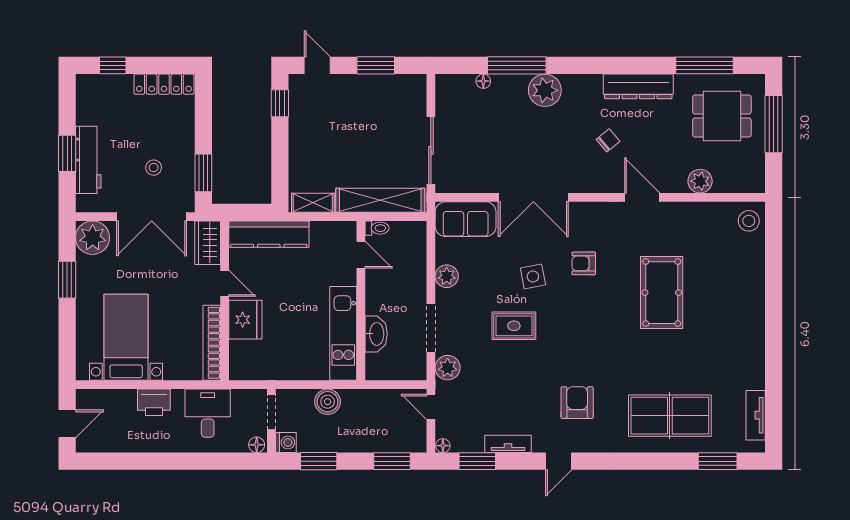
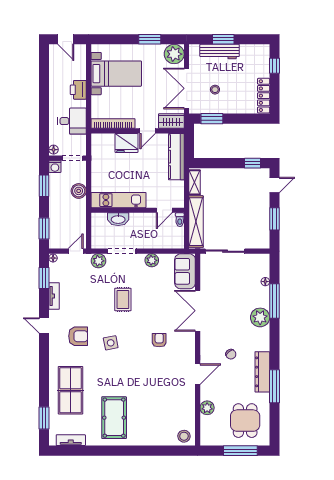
window: (705, 65) -> (274, 386), moved
side table: (533, 276) -> (111, 343), moved
pool table: (662, 293) -> (114, 418), moved, turned 90

